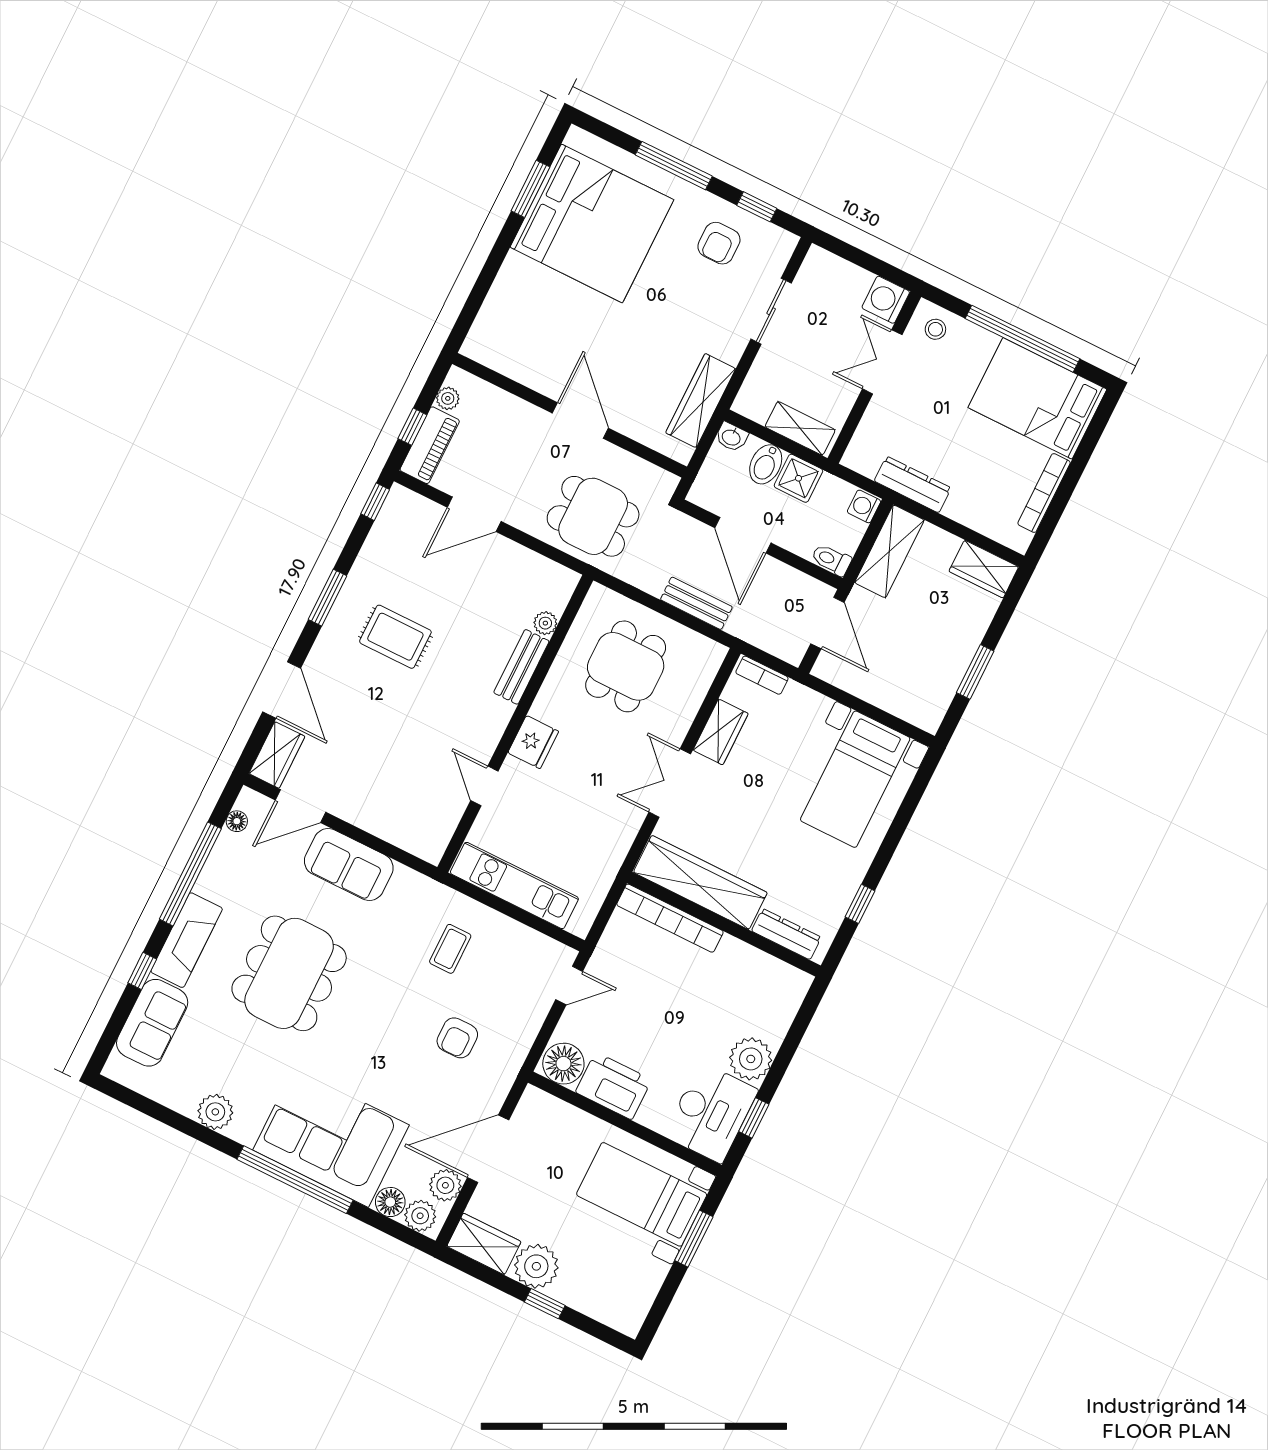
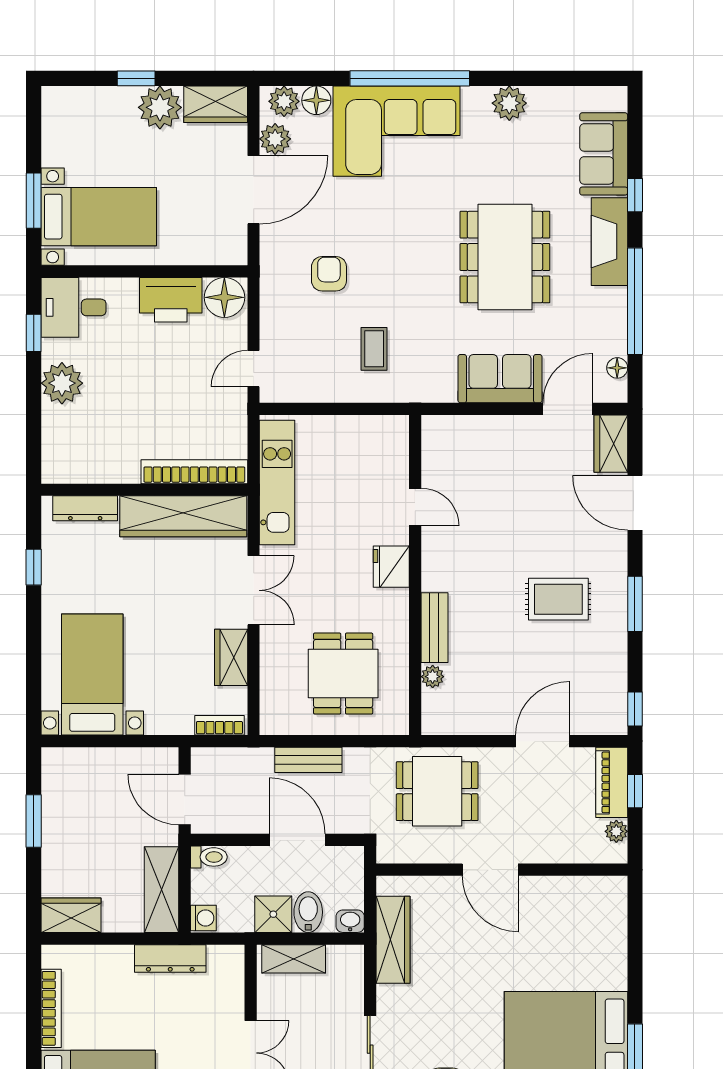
kitchen unit: (514, 886) -> (277, 482), moved, turned -90
desk: (711, 1113) -> (74, 307), width x0.73

